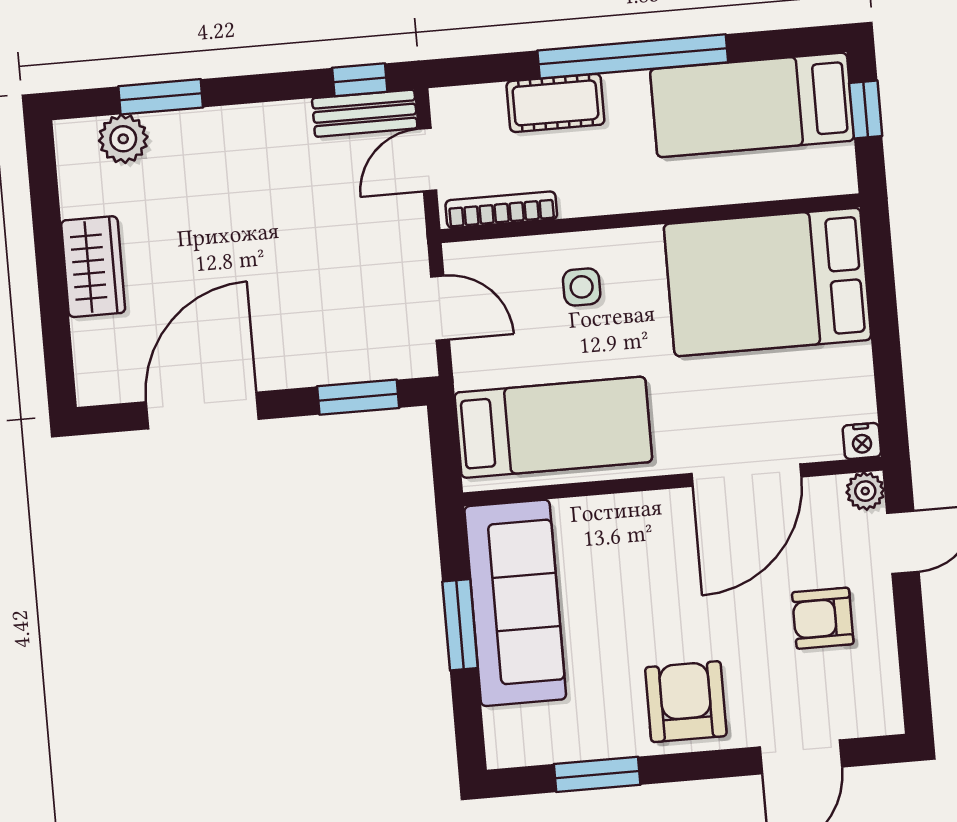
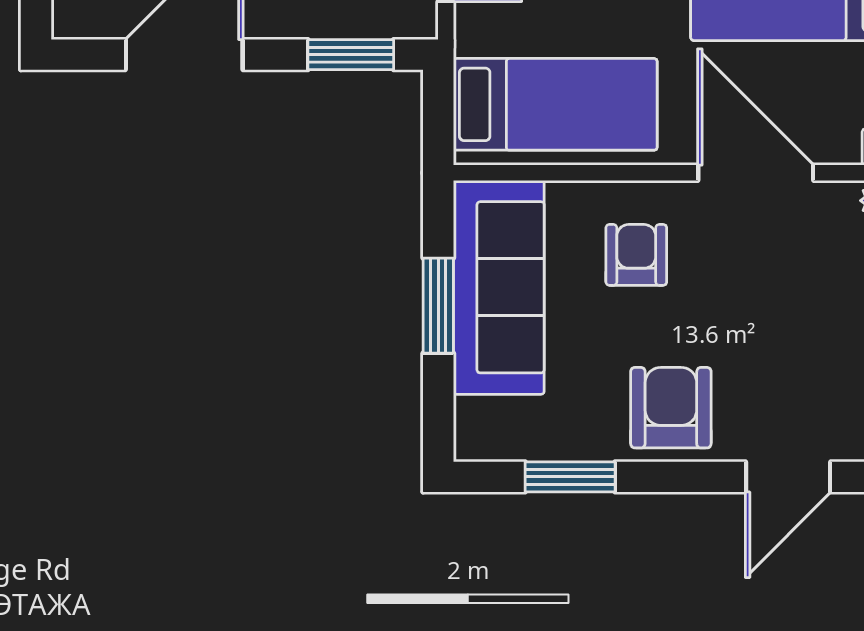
door: (746, 475) -> (756, 173), swing flipped
armchair: (823, 618) -> (636, 255), moved, turned 90

